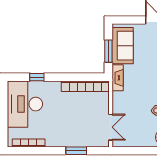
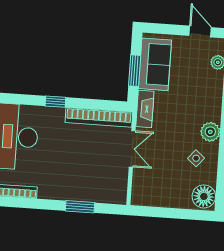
window: (37, 77) -> (55, 102), moved
double door: (111, 127) -> (132, 149), moved

